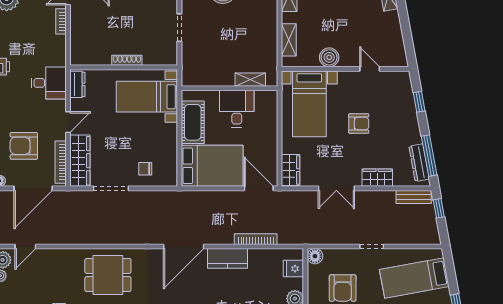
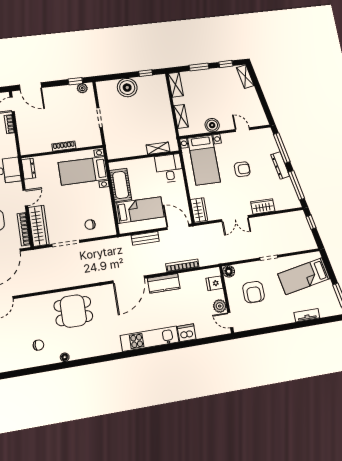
window: (419, 102) -> (282, 148), width x2.17
desk: (237, 109) -> (169, 168), moved
dresser: (419, 163) -> (280, 165), moved
bed: (212, 166) -> (139, 210), width x0.67
bench: (414, 197) -> (145, 238), moved

